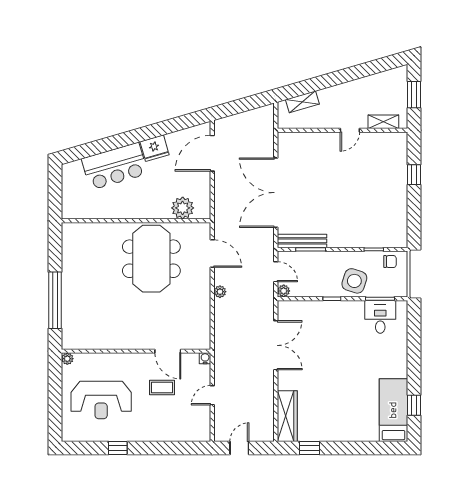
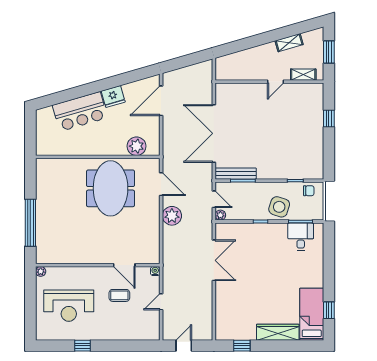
shelving: (302, 102) -> (289, 43), moved
plant: (220, 292) -> (172, 216), width x1.88, depth x1.88
wardrobe: (287, 416) -> (278, 332), moved, turned -90

